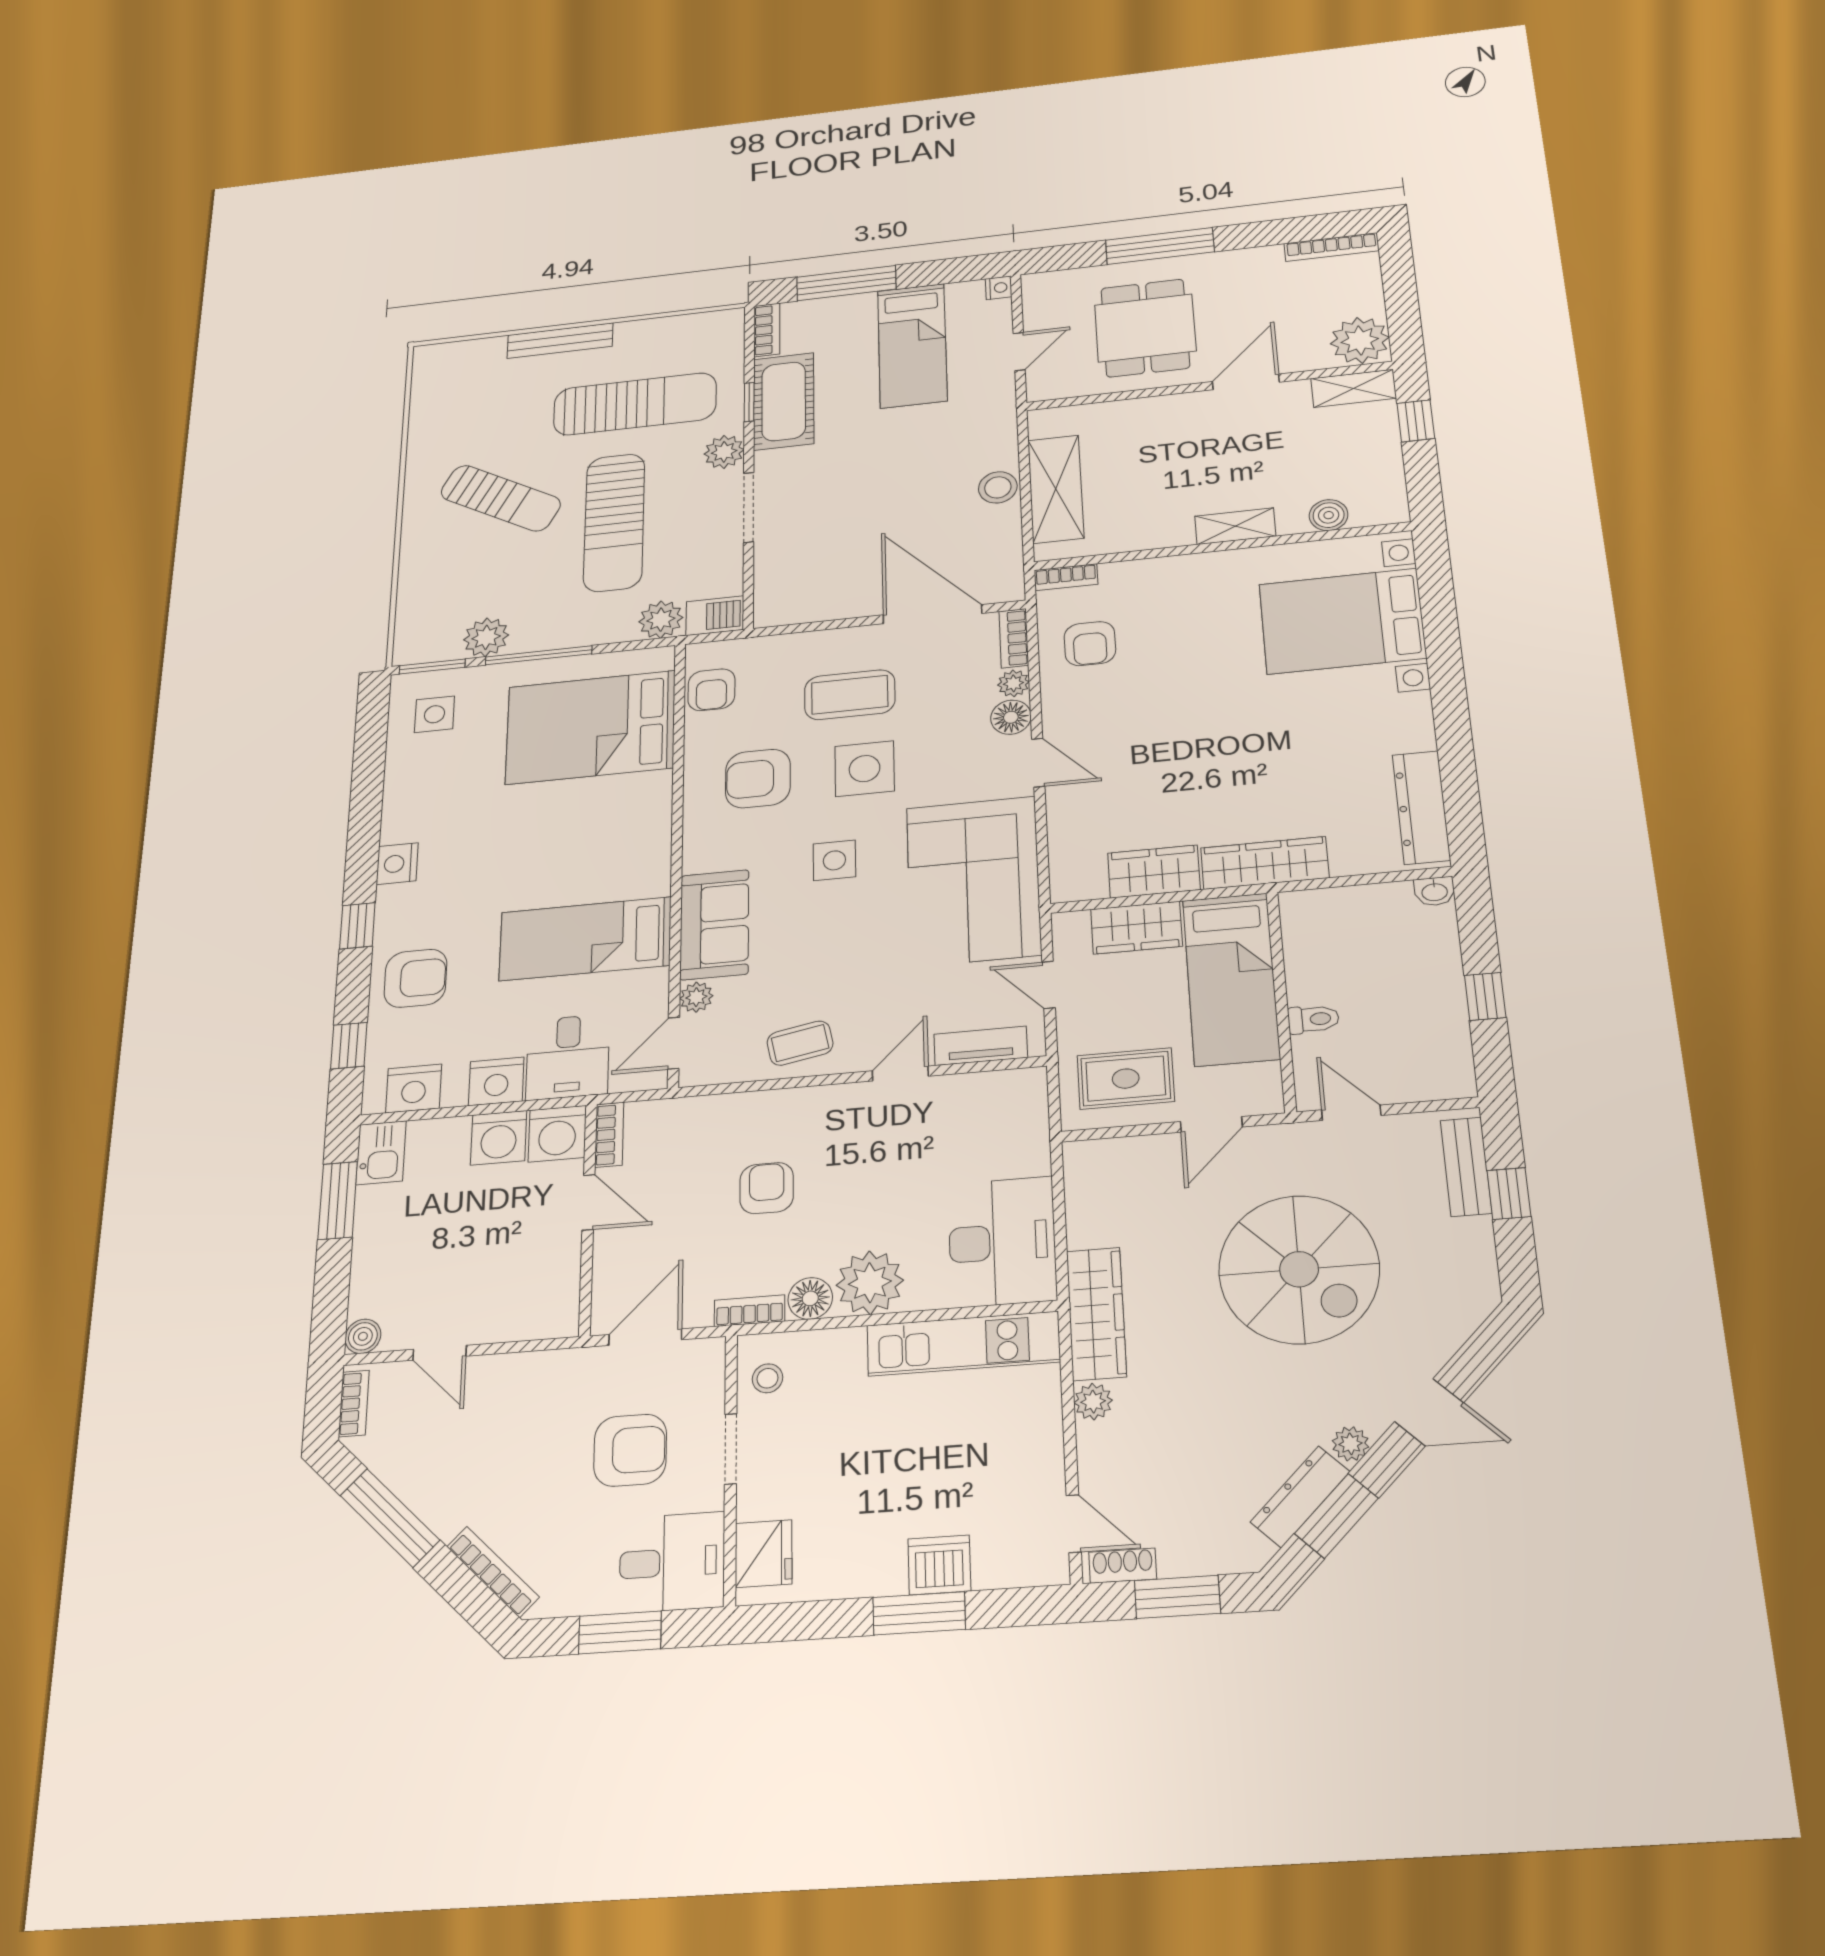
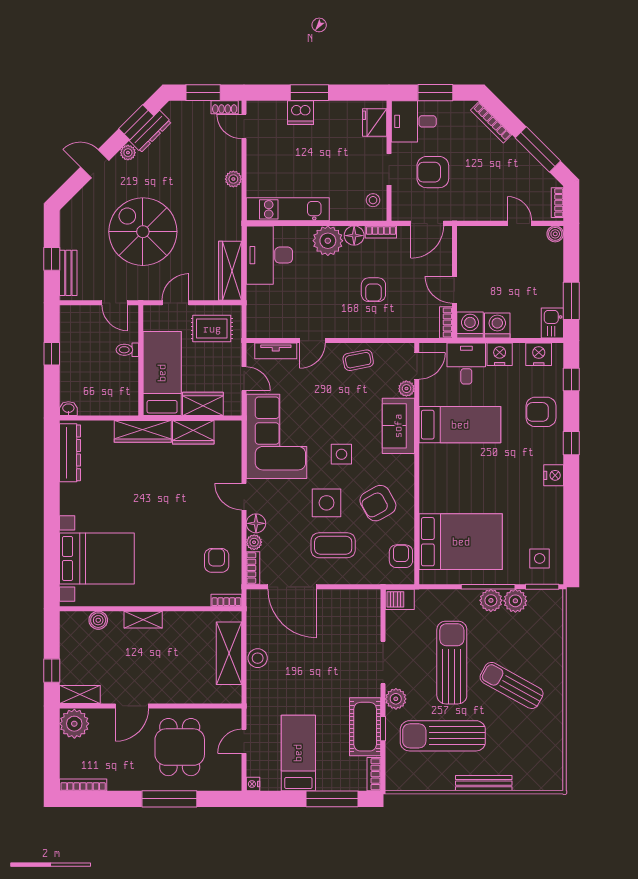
plant: (661, 620) -> (491, 600), moved
armchair: (758, 779) -> (378, 503), turned 151
wardrobe: (1096, 1314) -> (230, 271), moved

